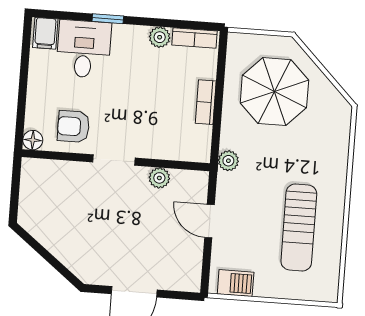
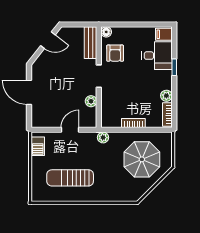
armchair: (73, 126) -> (115, 53), turned 180
bench: (51, 171) -> (91, 43), added
door: (40, 249) -> (48, 40), added

